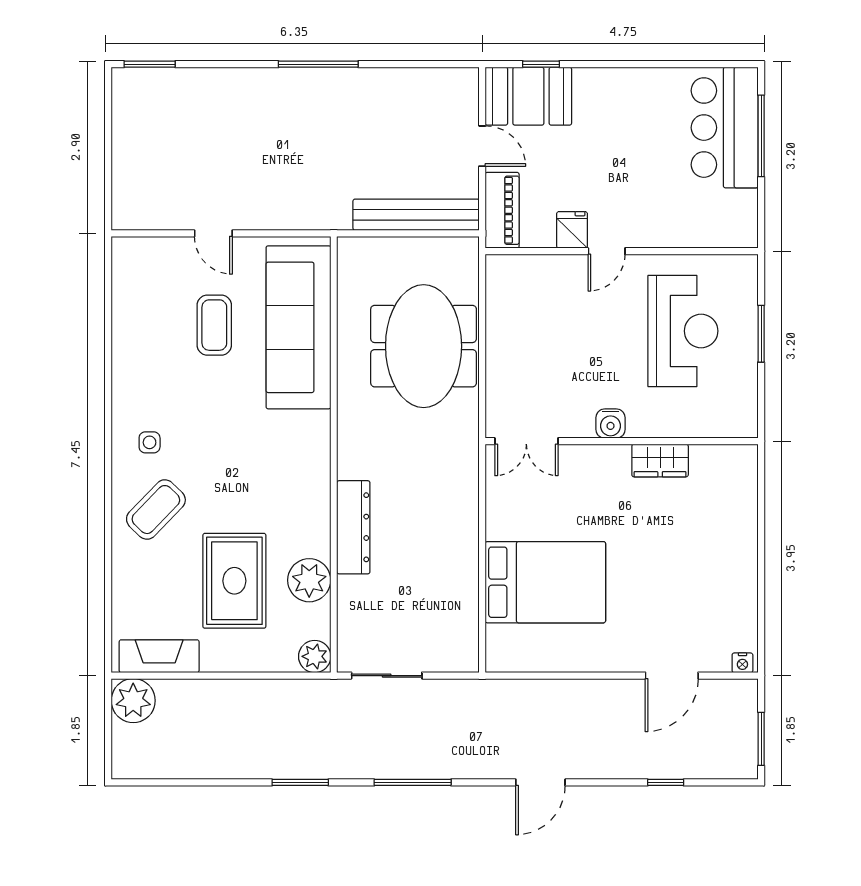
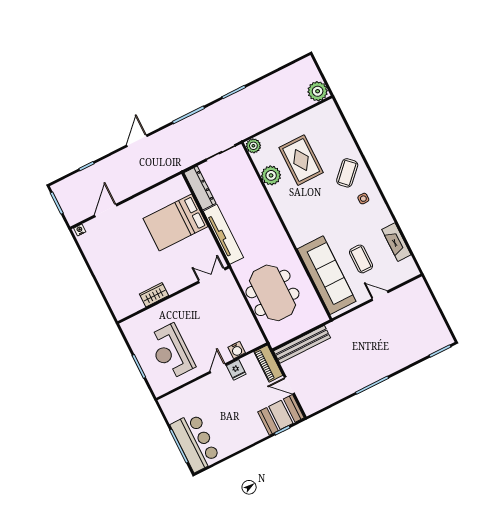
water cooler: (611, 424) -> (237, 350), moved, turned 180
tv unit: (462, 511) -> (223, 234), added
dresser: (353, 527) -> (200, 188), moved, turned 180
fireplace: (159, 656) -> (396, 242), moved, turned 90

